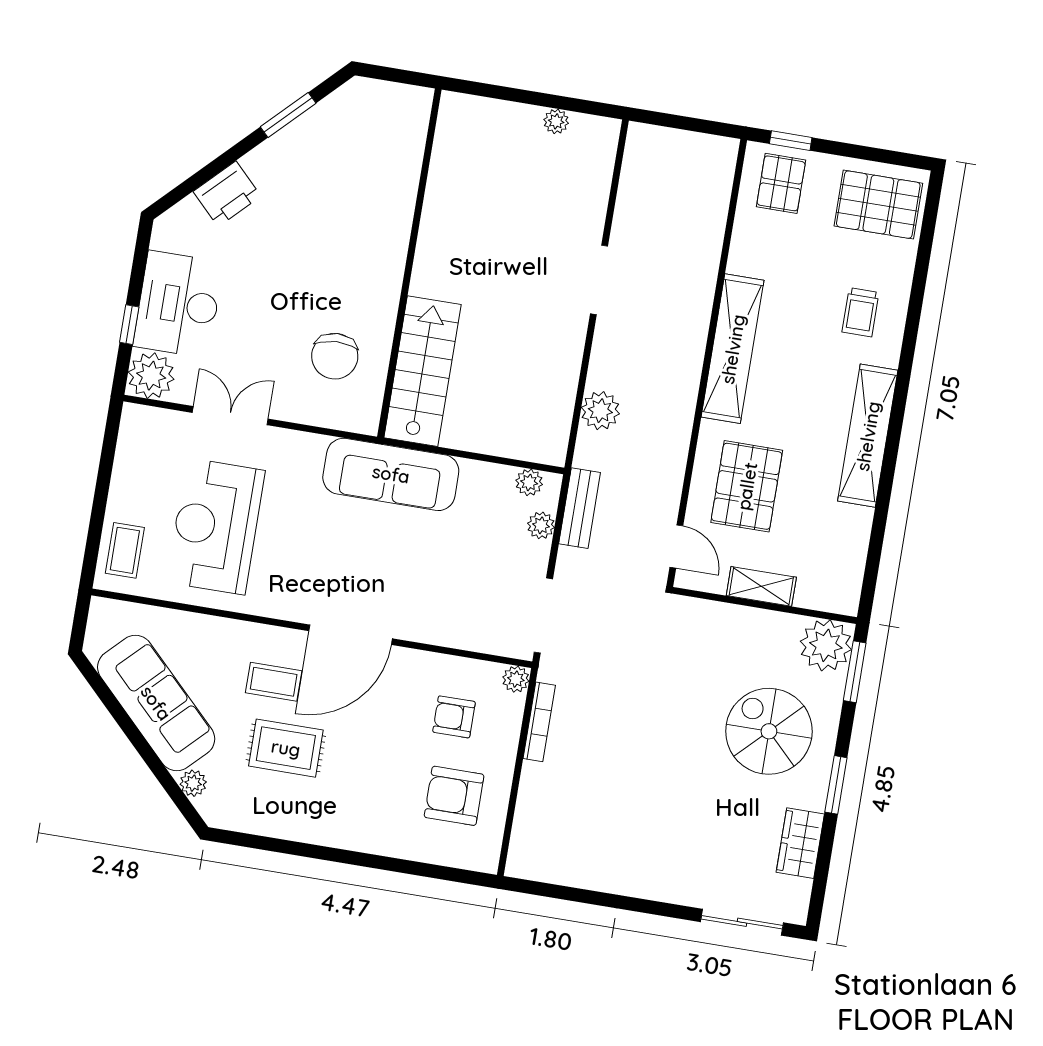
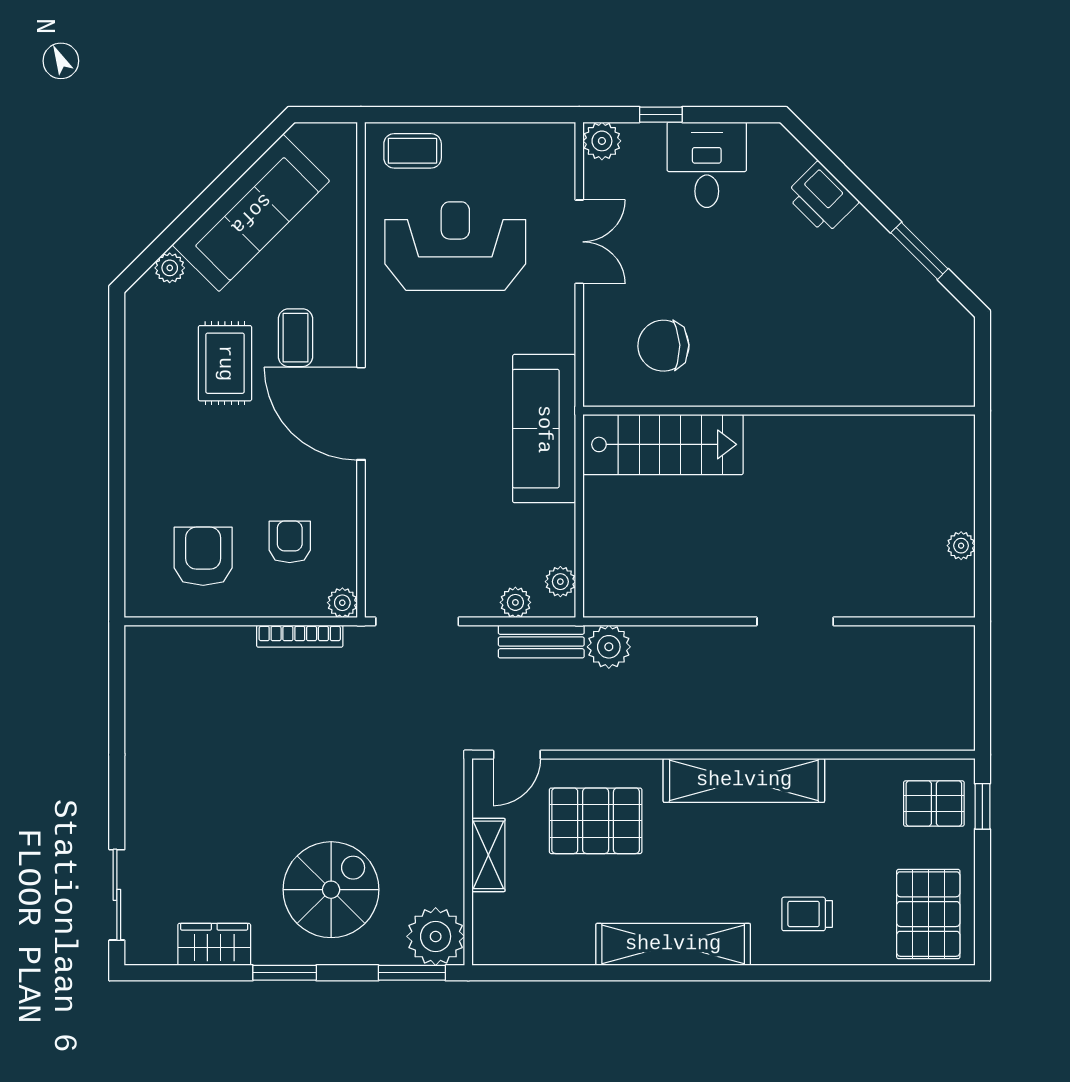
desk: (178, 304) -> (707, 165), width x0.73
plant: (151, 376) -> (602, 141), width x0.73, depth x0.73
plant: (600, 411) -> (609, 647), moved

